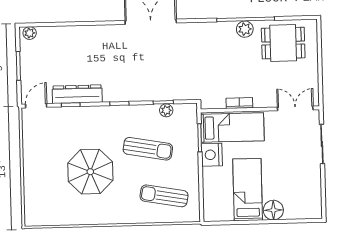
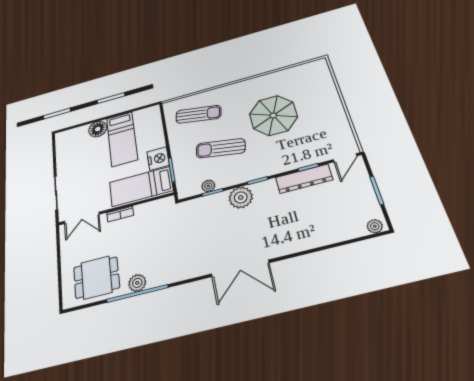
plant: (138, 90) -> (241, 197), added
bookcase: (239, 103) -> (120, 214), moved

